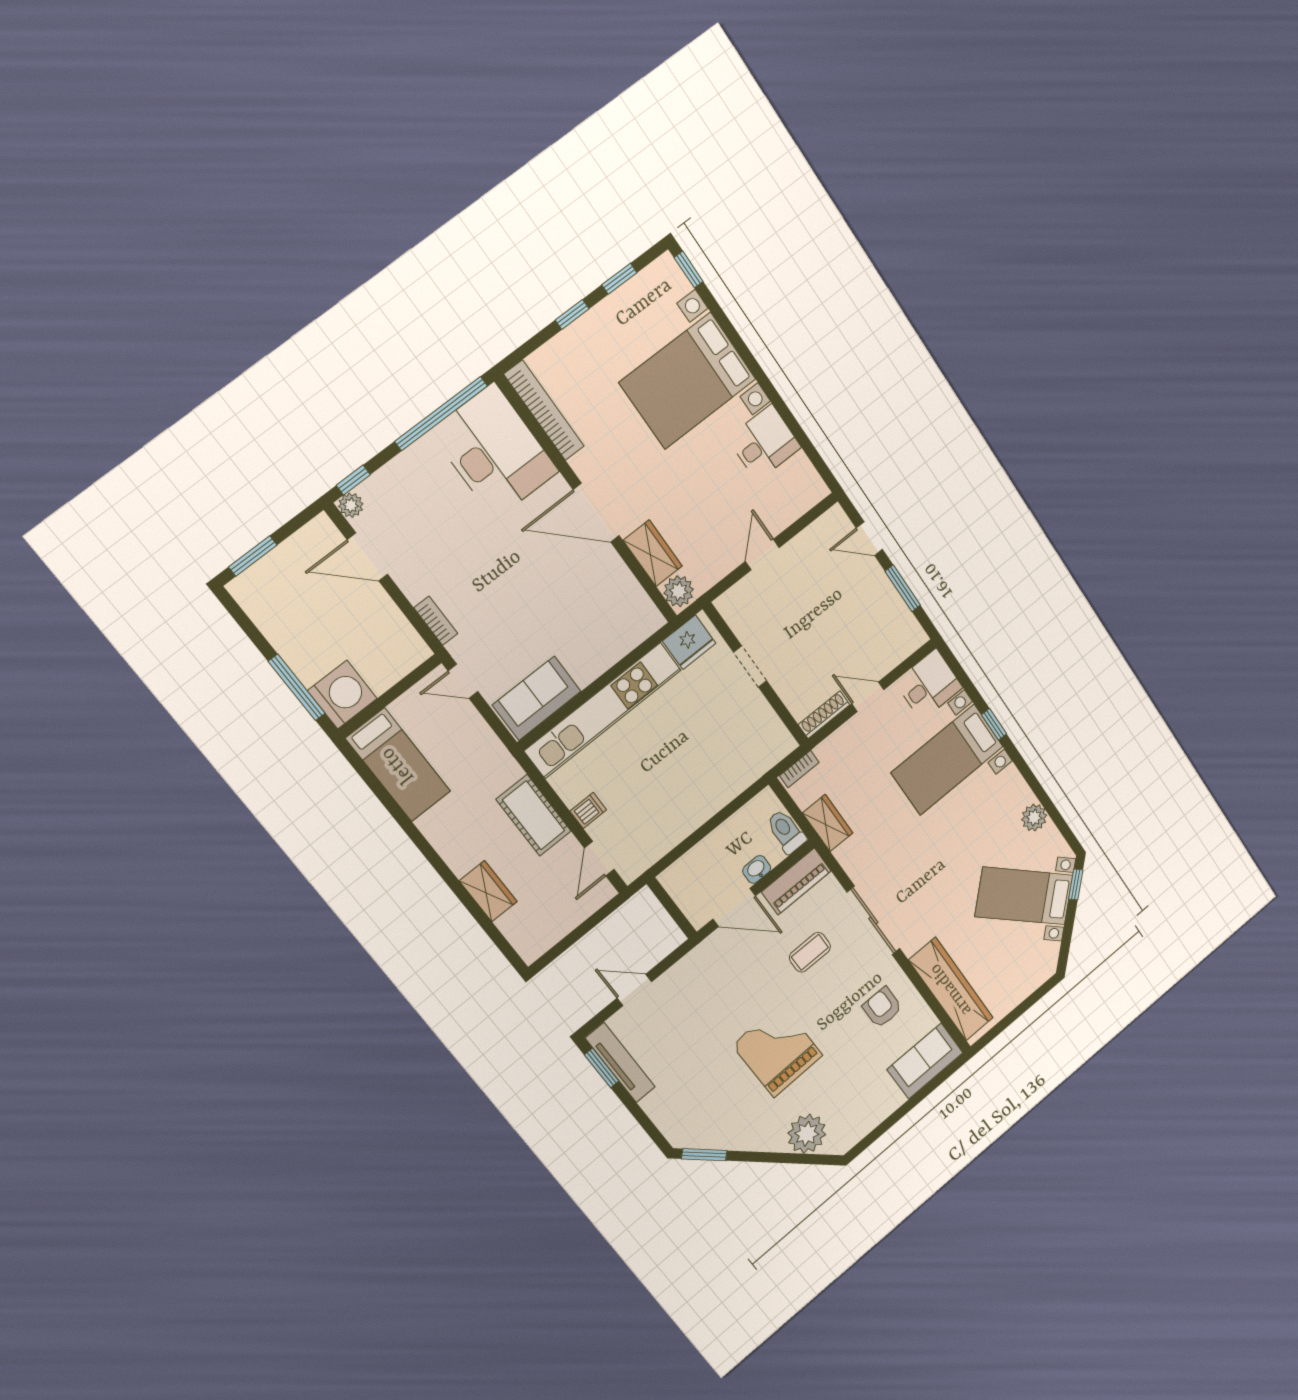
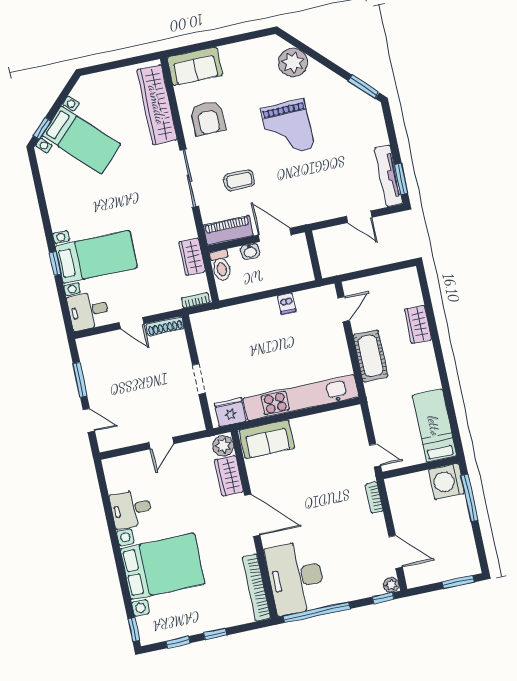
sofa: (537, 698) -> (267, 439), moved
dishwasher: (588, 810) -> (287, 304), moved, turned -90
plant: (1034, 818) -> (53, 189), removed
armchair: (882, 1007) -> (208, 118), width x1.38, depth x1.38

